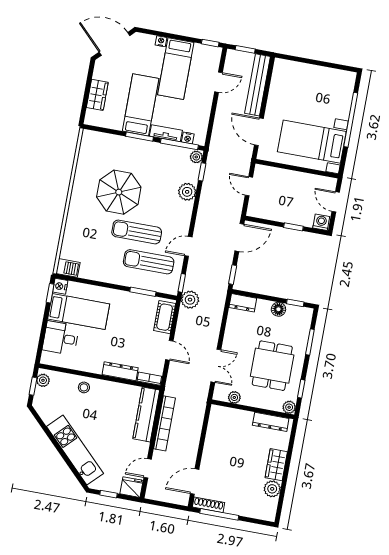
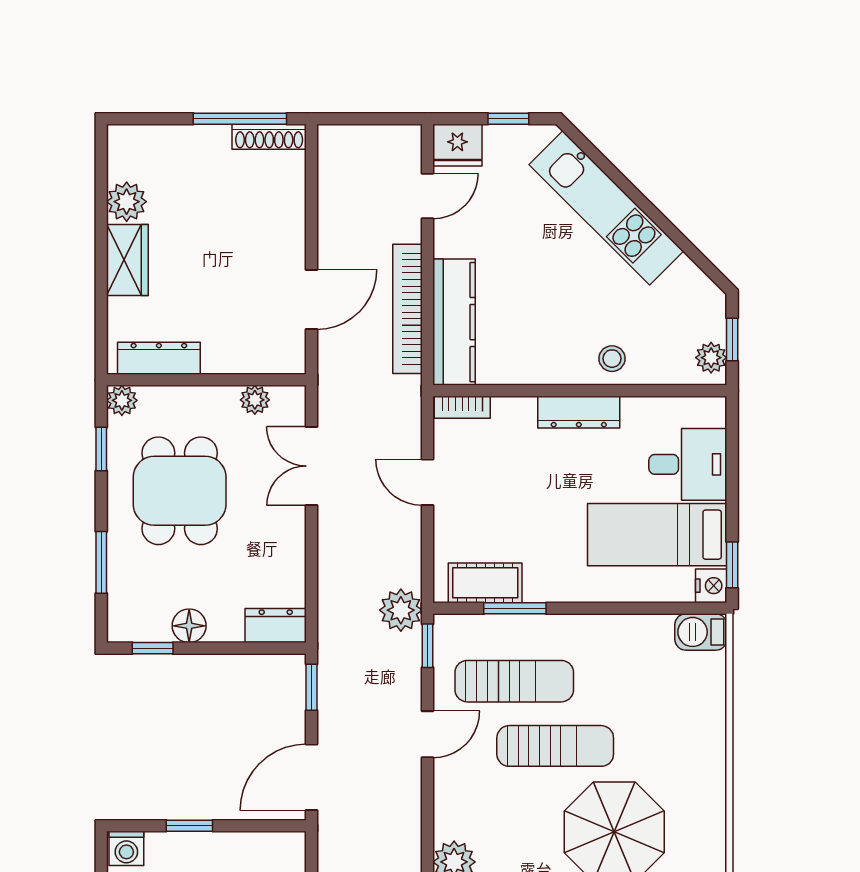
cot: (165, 317) -> (485, 583), moved, turned 90
dresser: (120, 371) -> (579, 412), moved
door: (195, 481) -> (312, 299), moved

